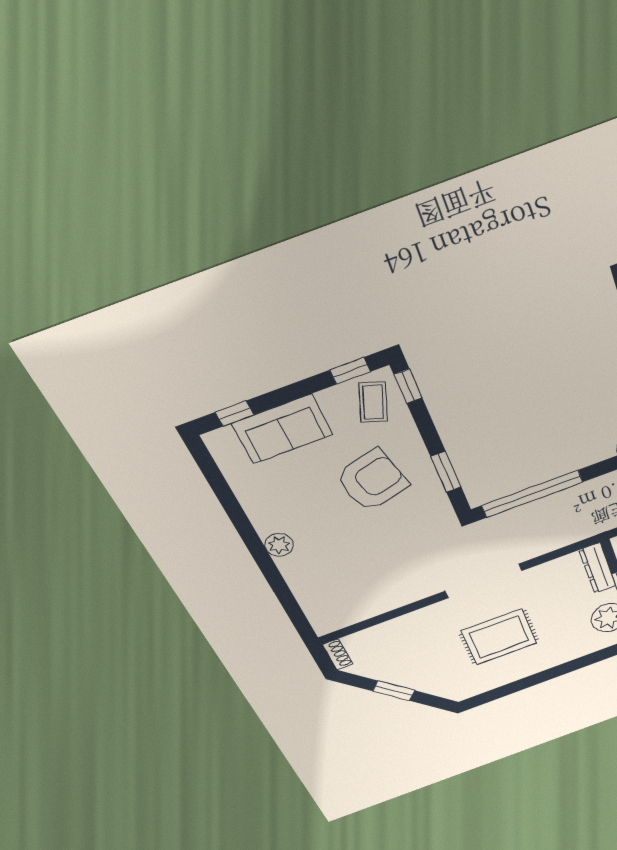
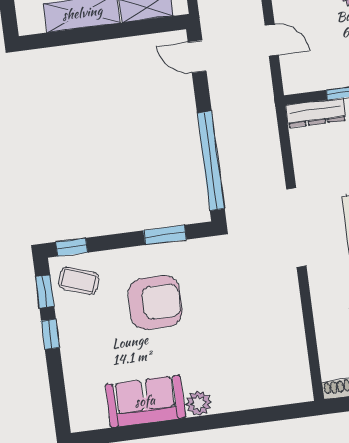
window: (235, 414) -> (50, 334), moved
sofa: (282, 429) -> (145, 401), moved, turned -90
armchair: (372, 480) -> (155, 302), turned 104

